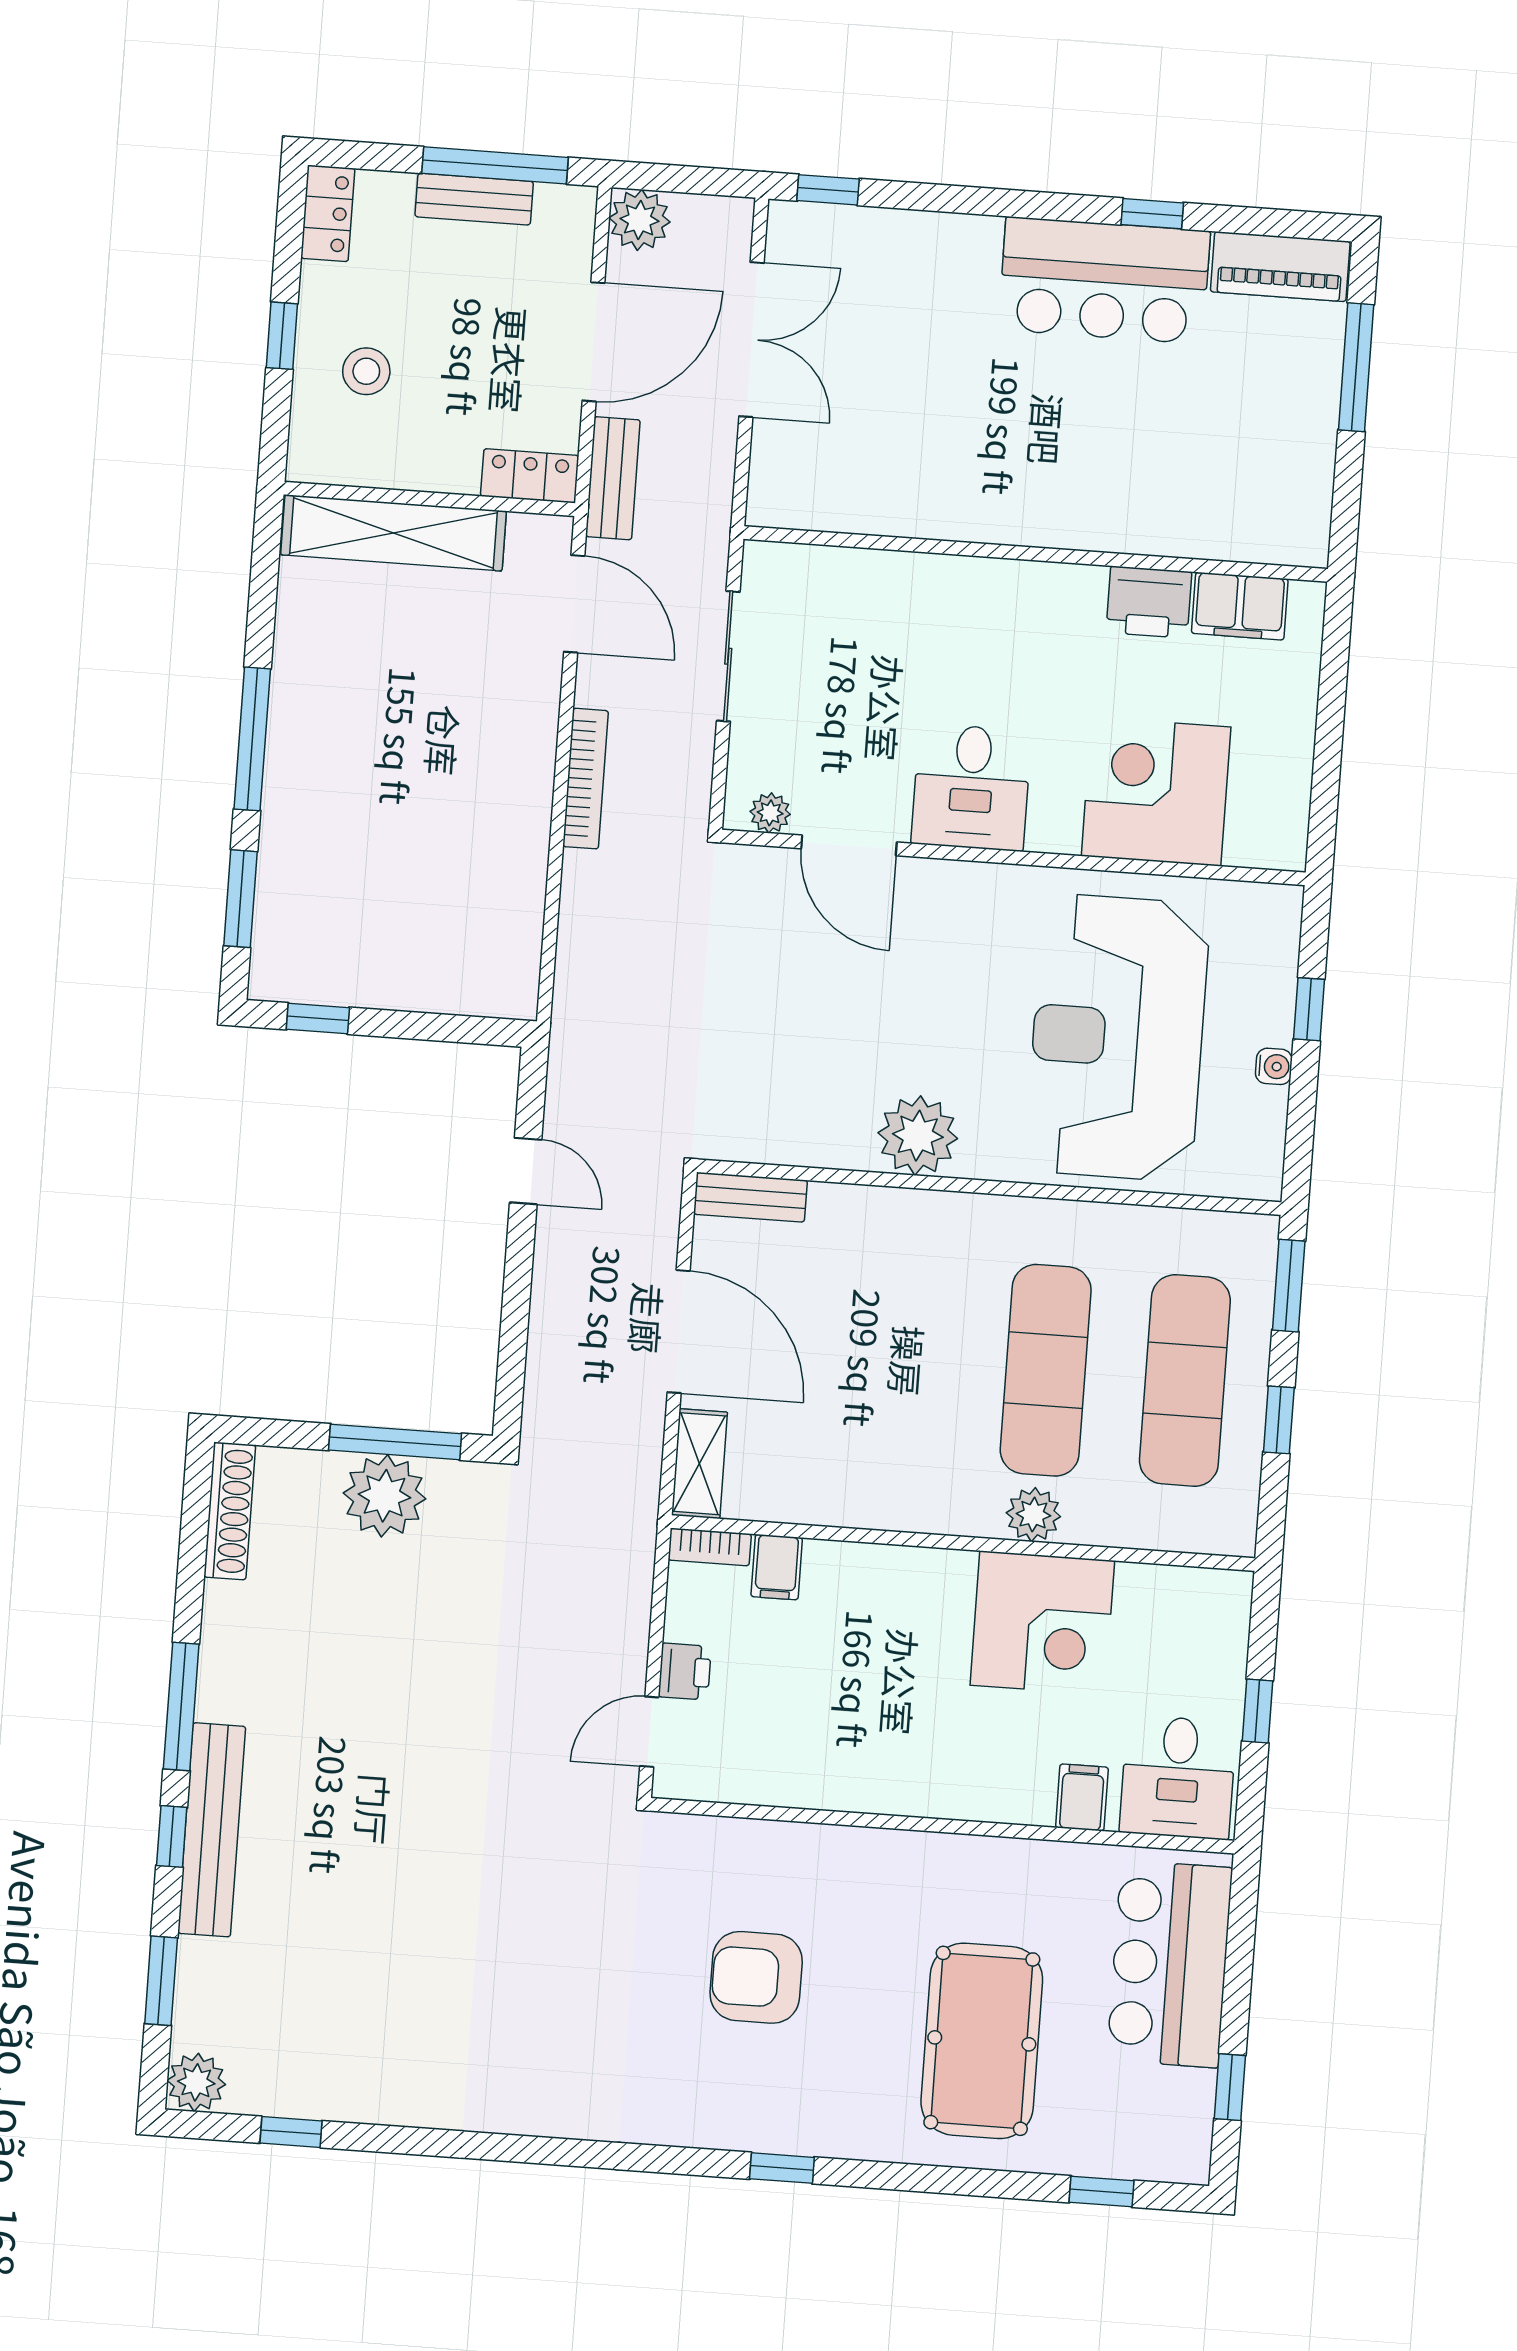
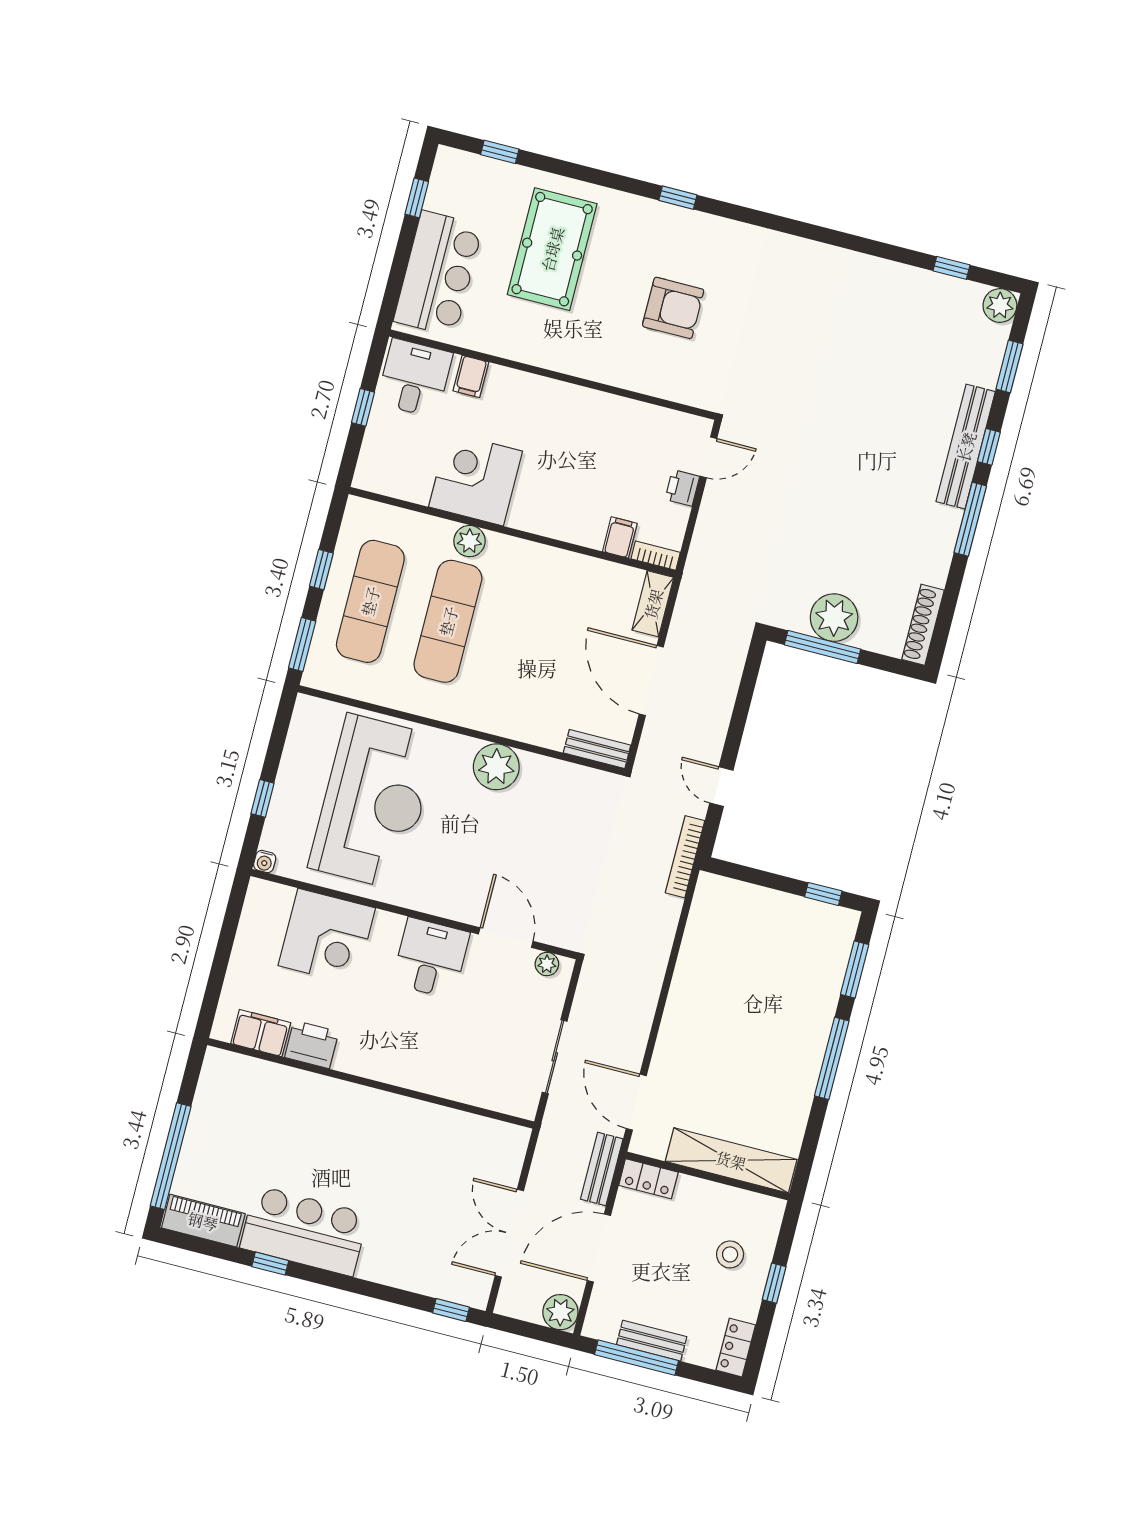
window: (1356, 367) -> (171, 1156), width x1.46
bookcase: (586, 779) -> (685, 857), moved
water cooler: (1274, 1066) -> (265, 862), moved, turned -90

